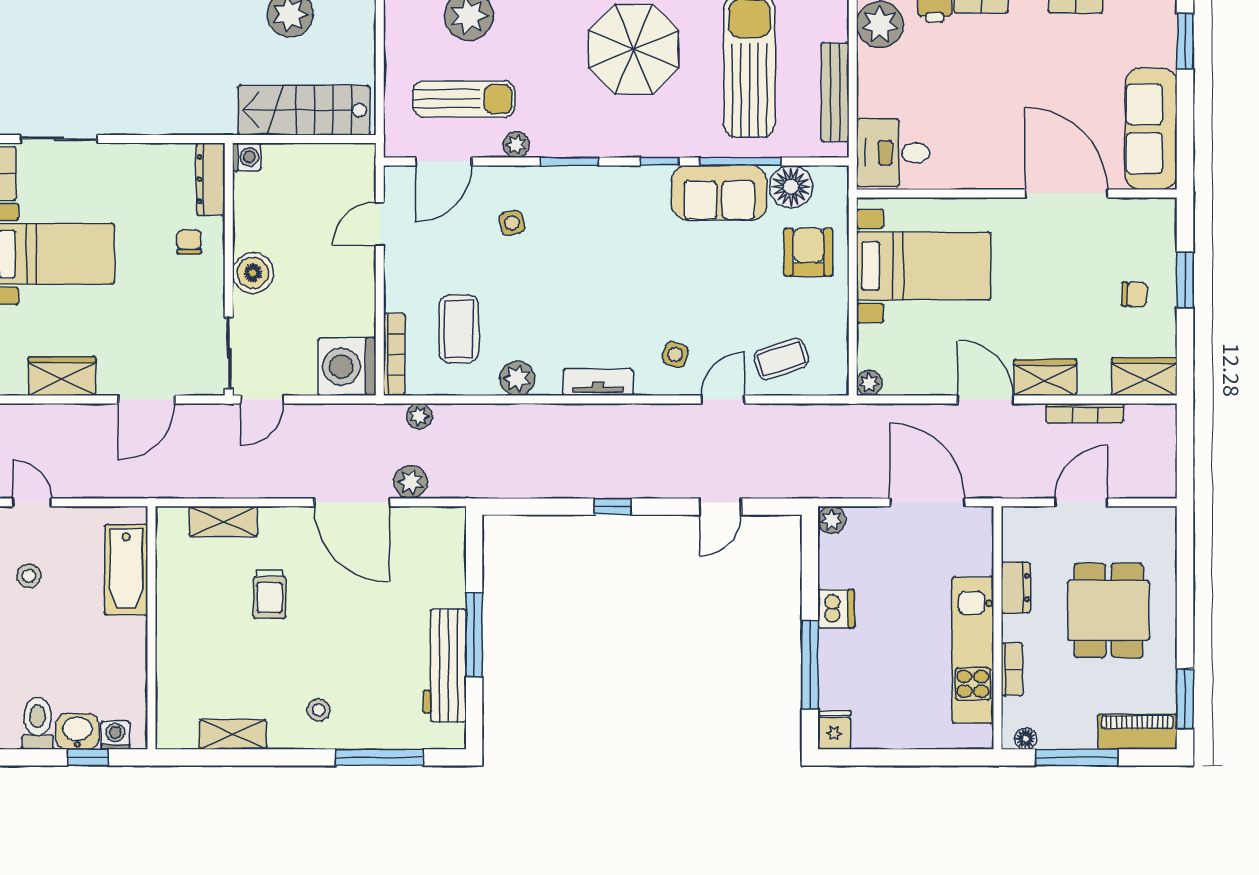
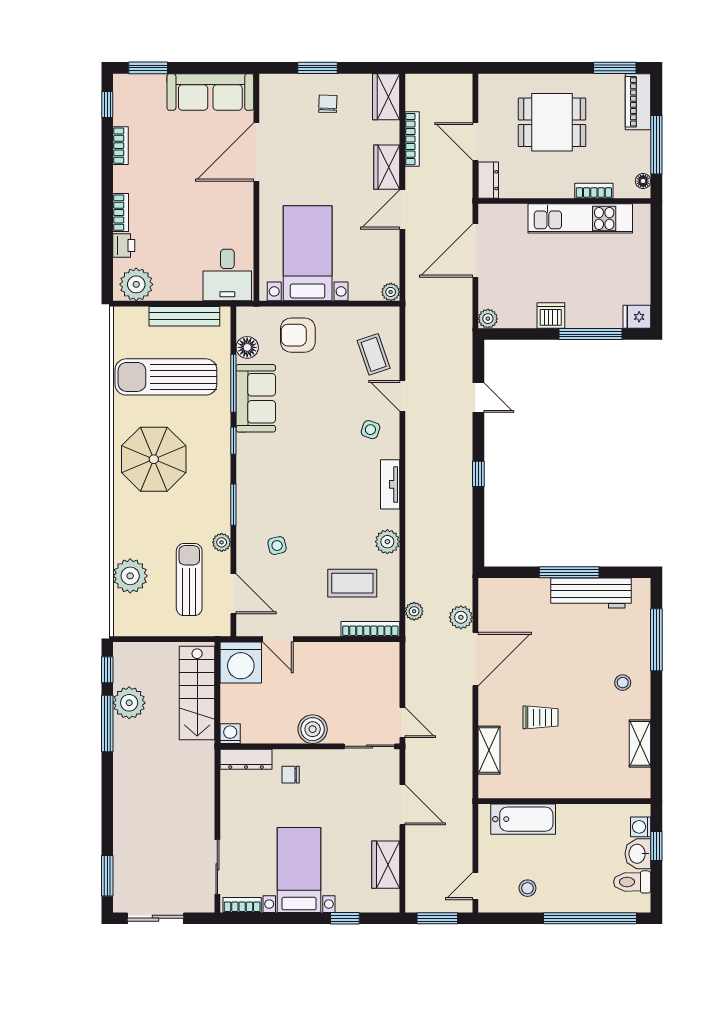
floor lamp: (791, 187) -> (247, 347), width x0.73, depth x0.73
washing machine: (347, 367) -> (241, 662), moved
dresser: (1016, 588) -> (488, 180), moved, turned 90

